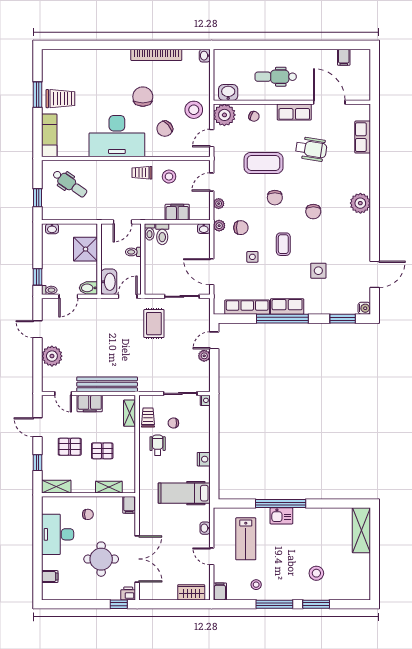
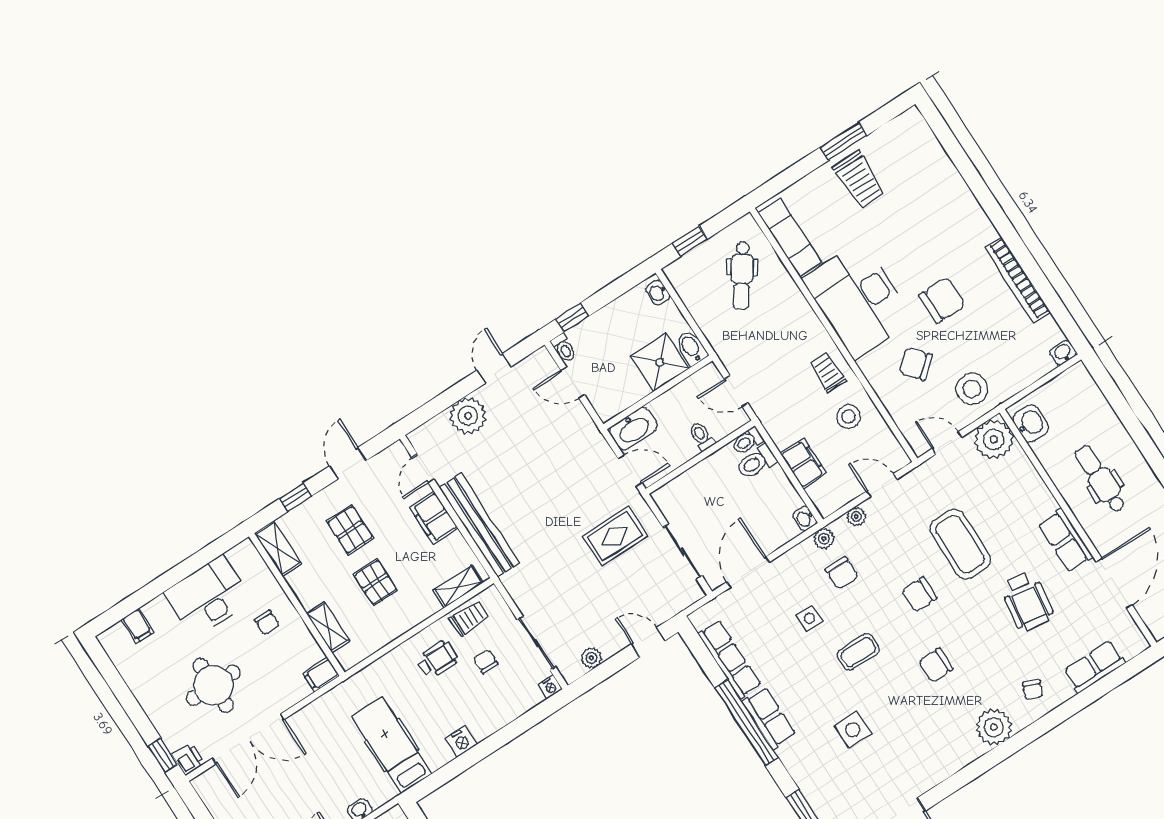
chair: (254, 116) -> (1033, 690), moved
exam couch: (49, 135) -> (790, 238), moved, turned -90
bidet: (88, 288) -> (691, 348), moved
plant: (204, 356) -> (592, 658), moved

